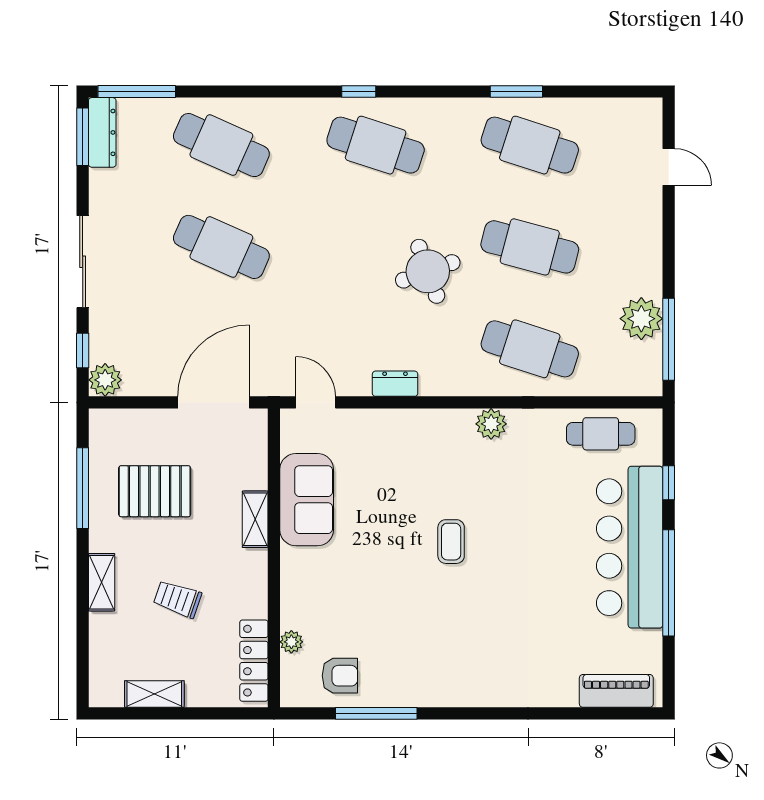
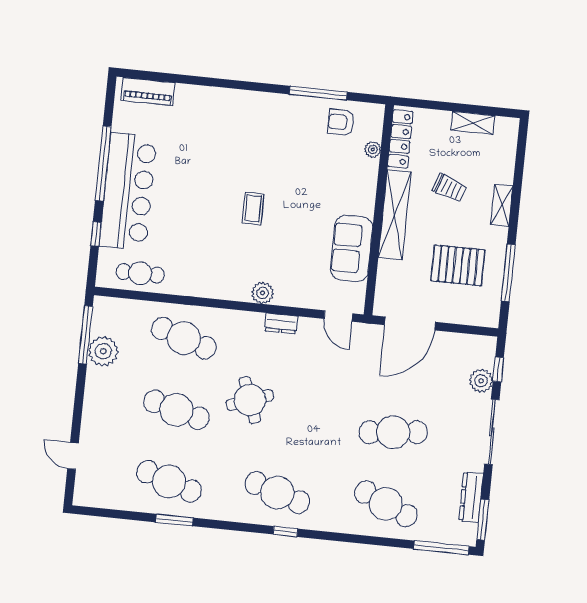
dresser: (102, 132) -> (471, 497), moved
cafe table: (221, 247) -> (393, 432), turned -30
plant: (105, 380) -> (481, 381), moved
plant: (491, 424) -> (263, 293), moved
shelving: (255, 519) -> (395, 215), width x2.20, depth x1.33

